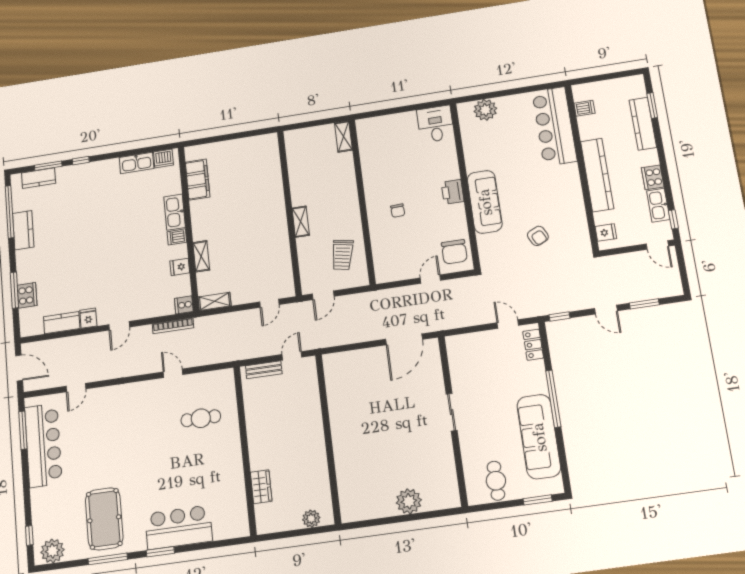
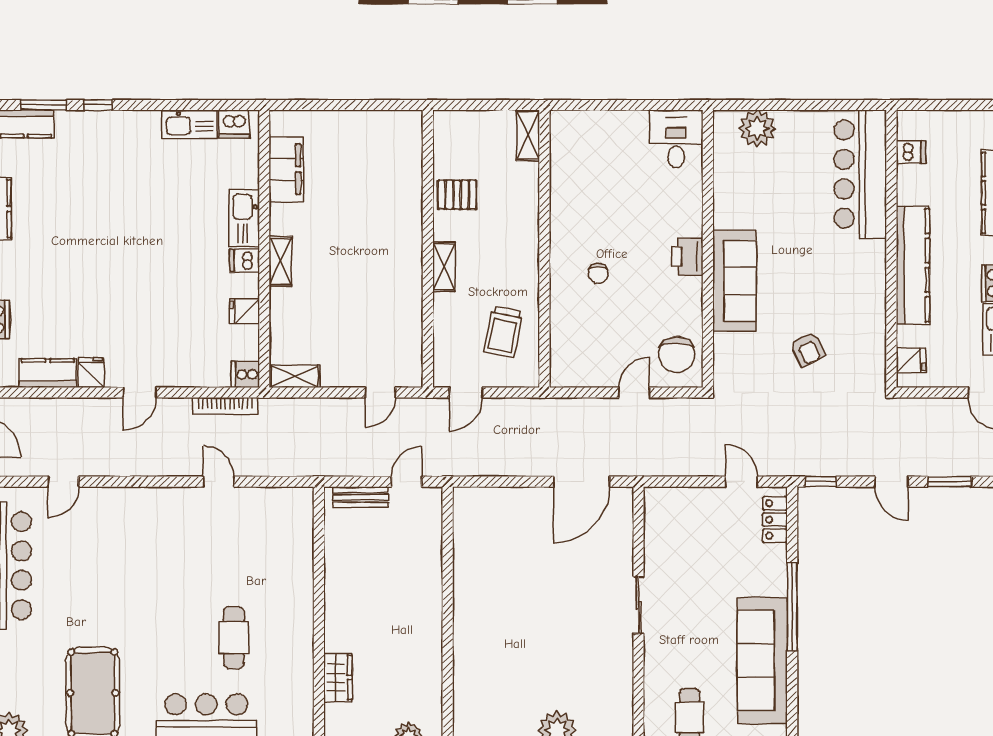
pallet: (304, 178) -> (457, 195), added
shelving: (201, 256) -> (280, 261), moved
cafe table: (201, 418) -> (234, 638), moved, turned 90

